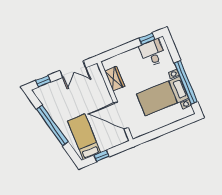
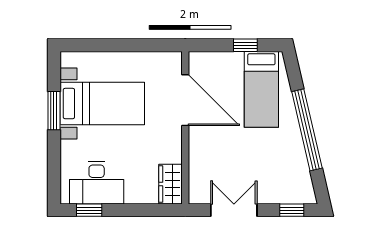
desk: (153, 53) -> (97, 183), width x1.37
wardrobe: (115, 79) -> (171, 184), moved
window: (186, 82) -> (54, 111), width x0.47

